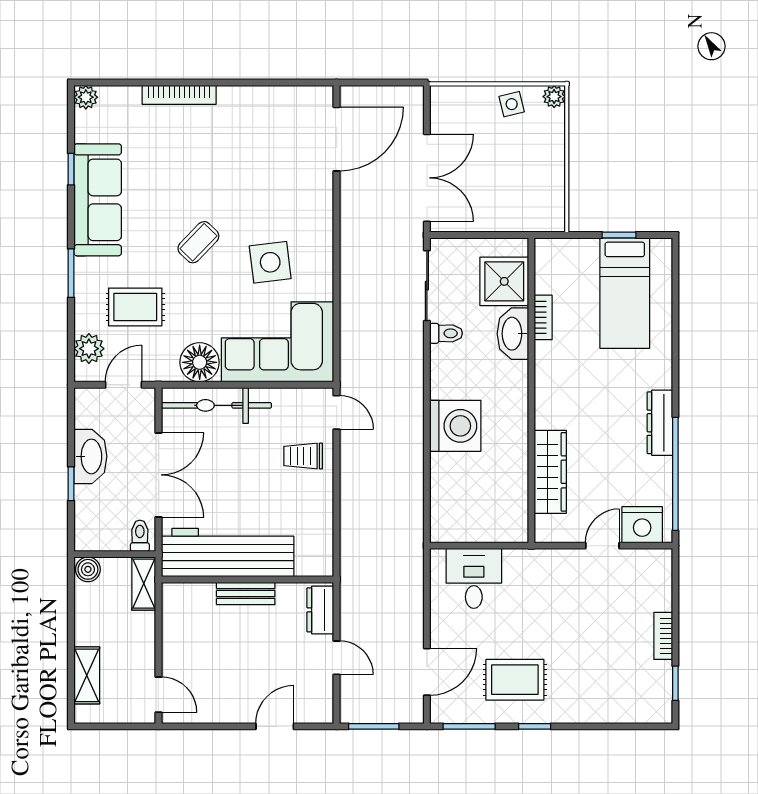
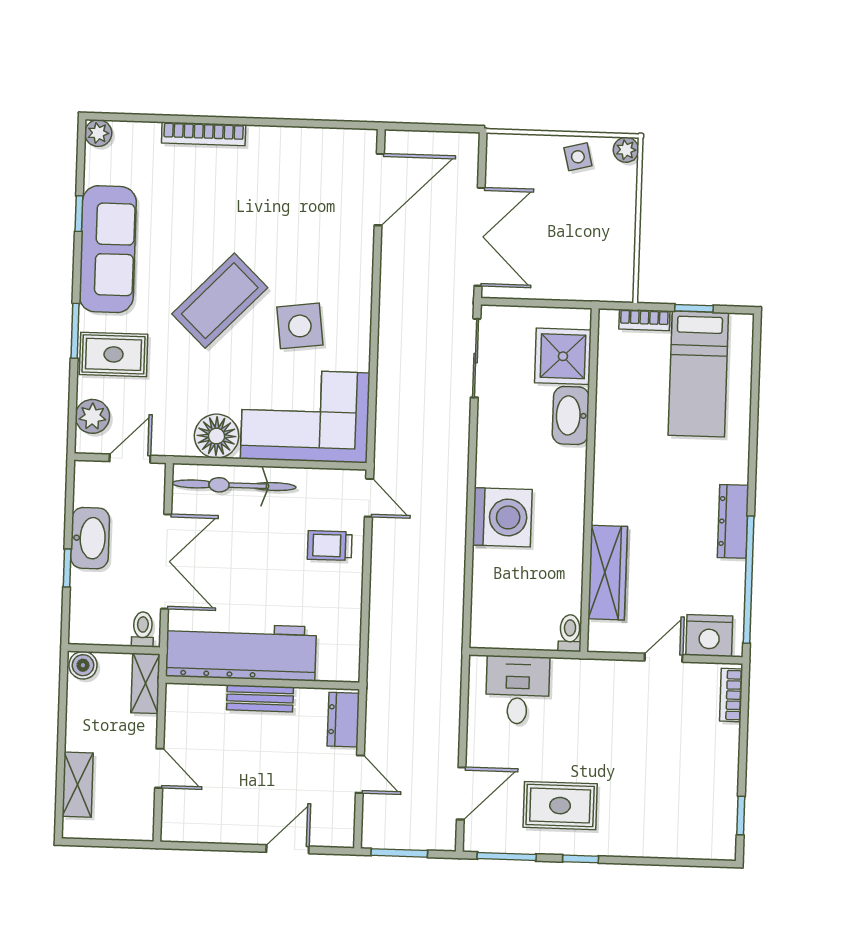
coffee table: (198, 242) -> (220, 301), width x1.86, depth x1.72
rug: (135, 307) -> (114, 354), moved
bookcase: (543, 317) -> (644, 320), moved, turned 90
toilet: (446, 333) -> (570, 633), moved, turned -90
bookcase: (663, 636) -> (731, 695), moved
door: (159, 695) -> (159, 768), moved

